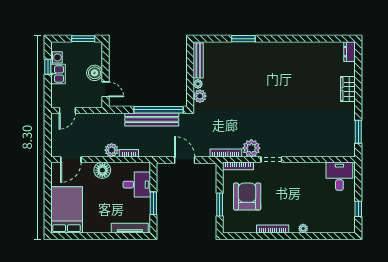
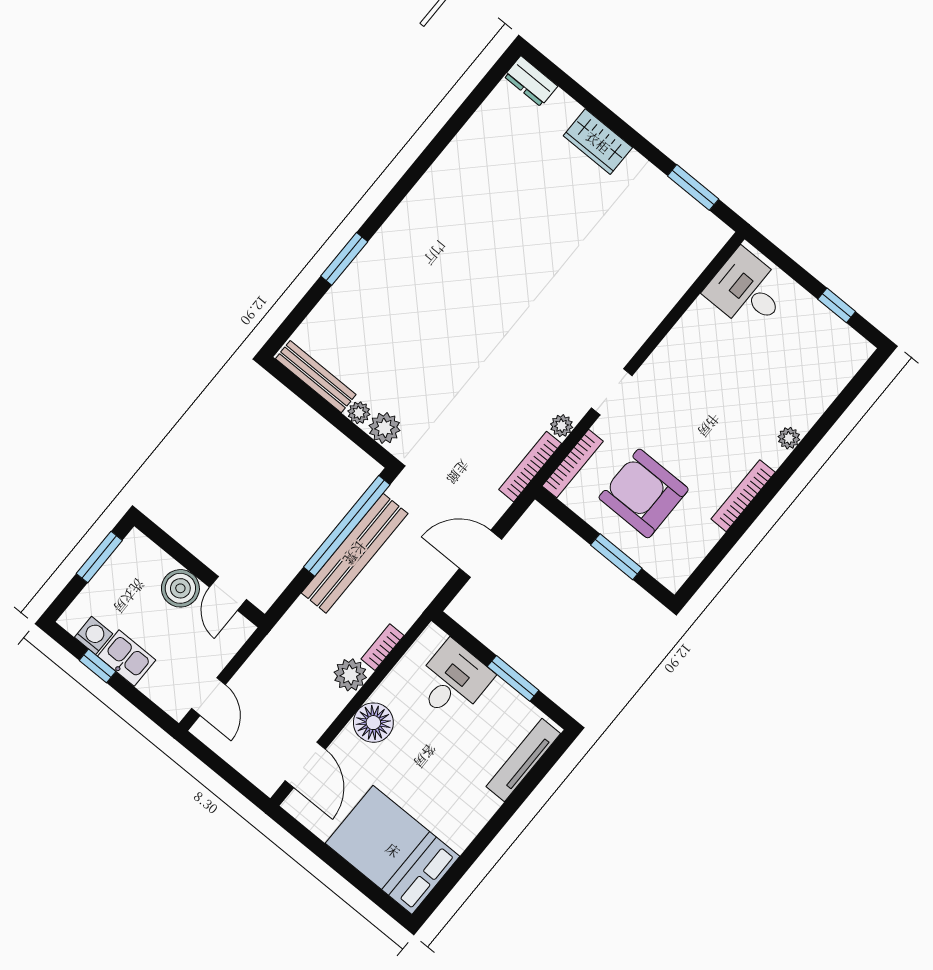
door: (105, 89) -> (228, 593), swing flipped
plant: (251, 148) -> (562, 426), width x0.53, depth x0.53

